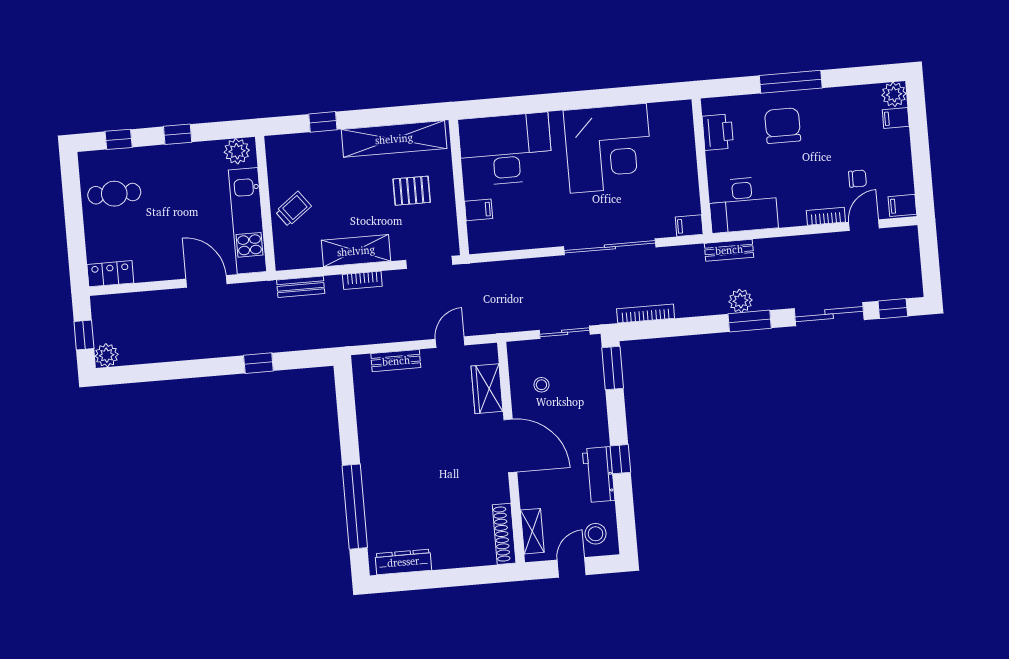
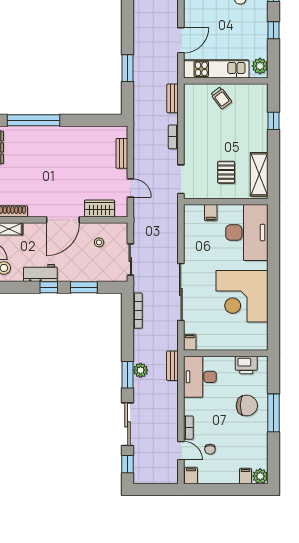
shelving: (394, 139) -> (259, 174), width x0.68
shelving: (356, 251) -> (192, 135), removed
window: (258, 363) -> (128, 68), width x1.50
window: (613, 368) -> (84, 287), moved

